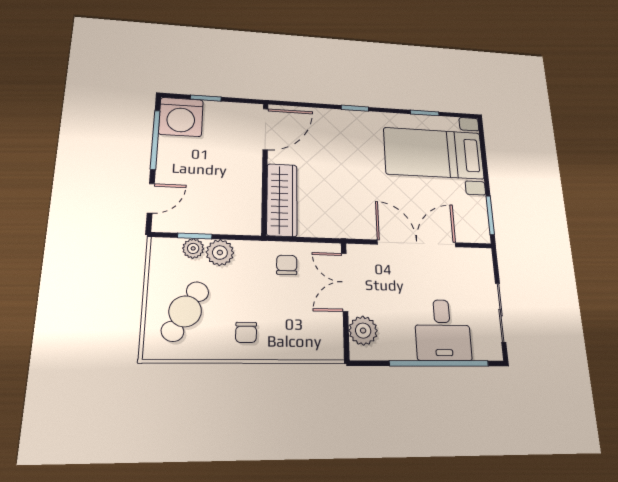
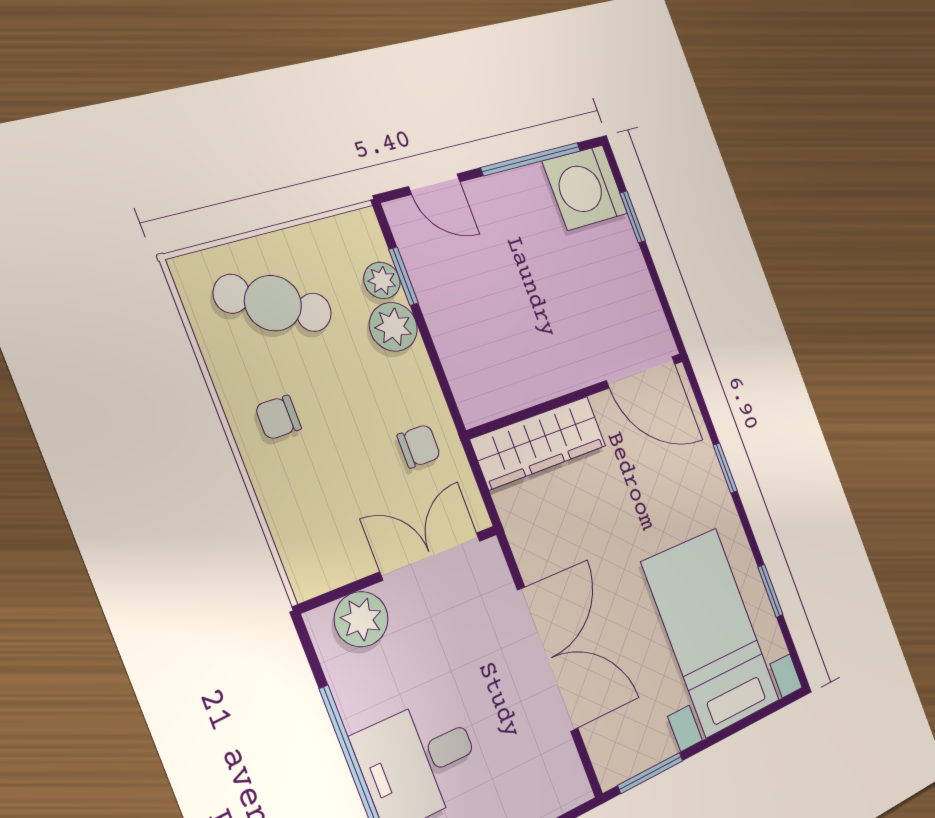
door: (265, 129) -> (641, 372), moved
wall: (265, 168) -> (579, 395), moved
wardrobe: (282, 200) -> (539, 443), moved

